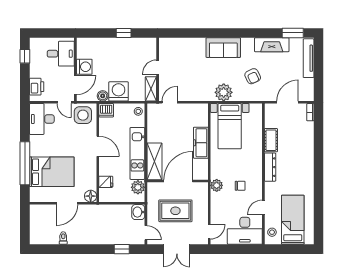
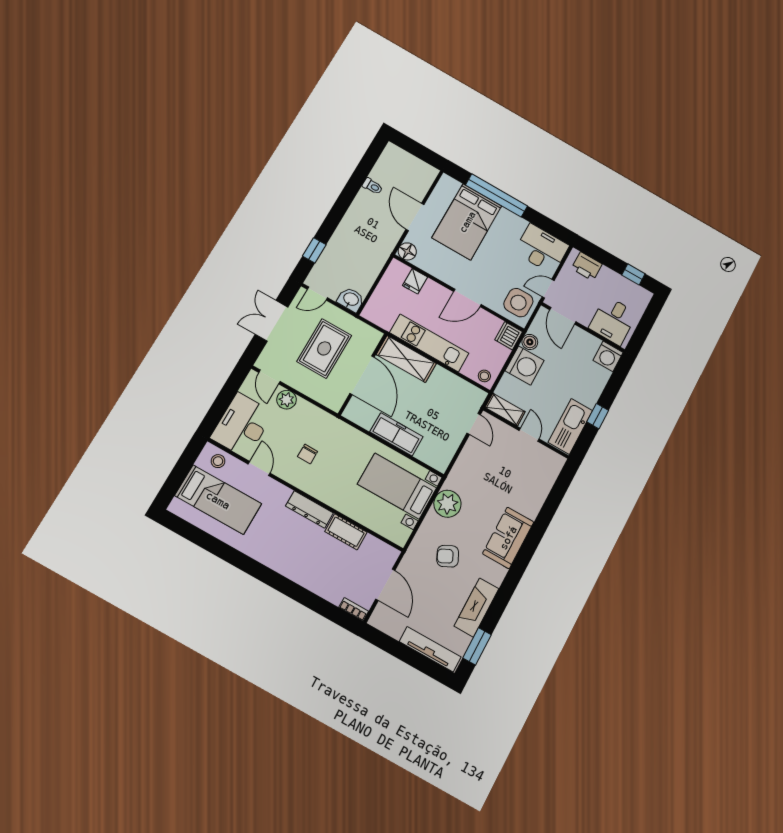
kitchen sink: (139, 46) -> (570, 426), added
washing machine: (84, 67) -> (608, 356), moved
plant: (217, 185) -> (287, 400), moved
plant: (138, 187) -> (384, 318), removed

